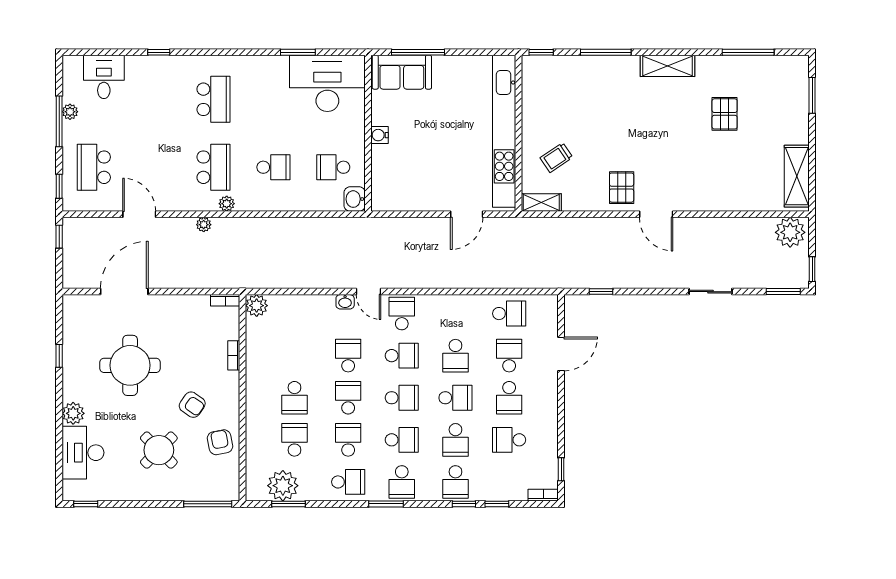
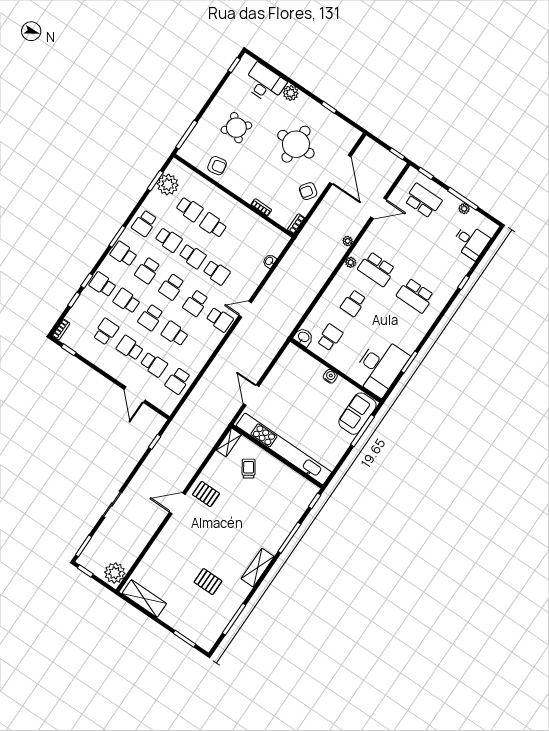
washbasin: (345, 302) -> (269, 261), moved
plant: (257, 306) -> (281, 240), removed
armchair: (192, 405) -> (308, 191), moved

